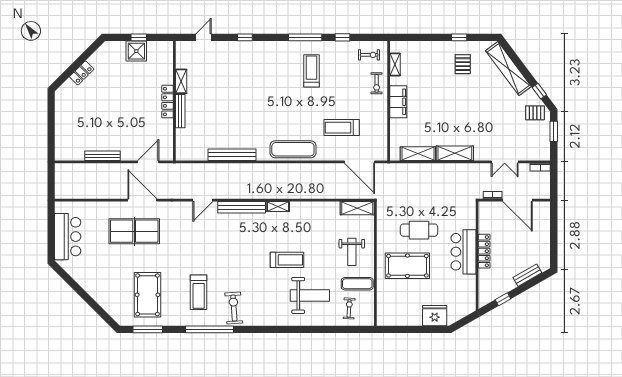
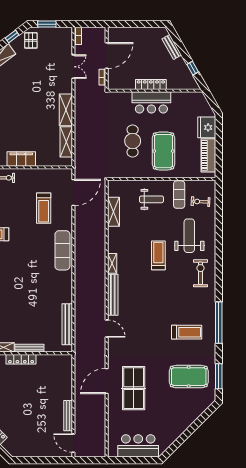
bench: (232, 155) -> (67, 324), moved
door: (148, 162) -> (73, 443), moved
shelving: (357, 208) -> (113, 212), moved
exercise bike: (234, 308) -> (200, 273), moved, turned 94
piano: (402, 317) -> (208, 155), added

